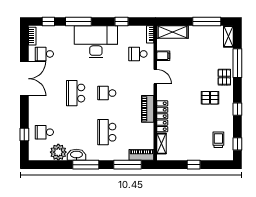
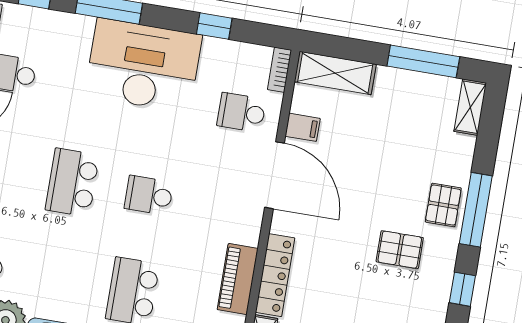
window: (237, 63) -> (476, 210), moved
door: (155, 77) -> (275, 175), width x1.88
piano: (148, 109) -> (238, 279), moved

